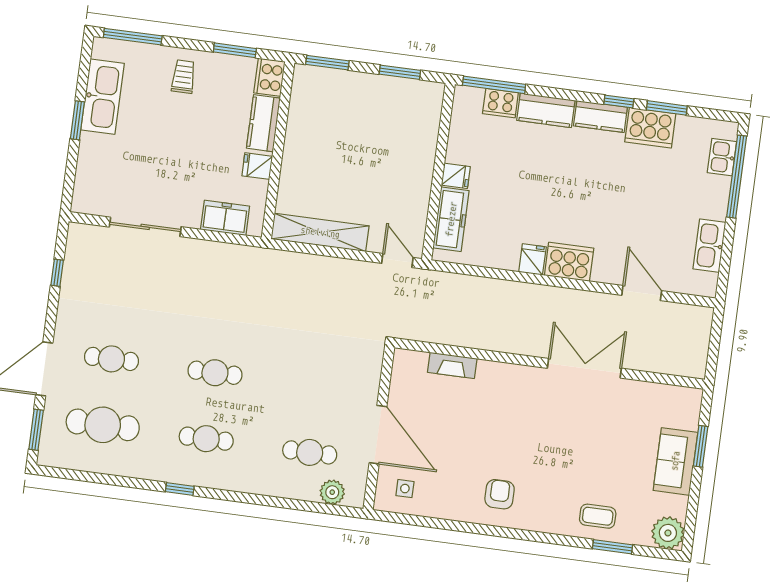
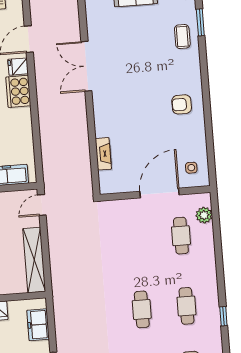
fridge: (532, 259) -> (18, 67), moved

